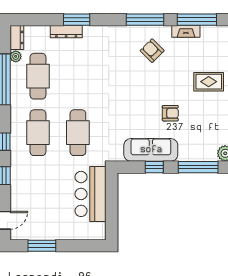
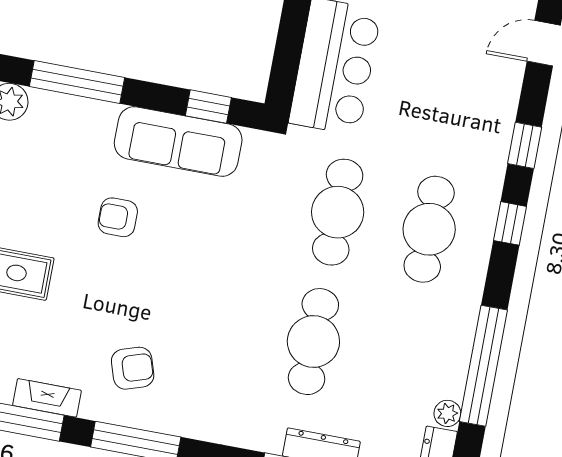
armchair: (152, 51) -> (133, 368), turned -63
cafe table: (38, 76) -> (313, 342), moved
window: (154, 167) -> (208, 107), moved

